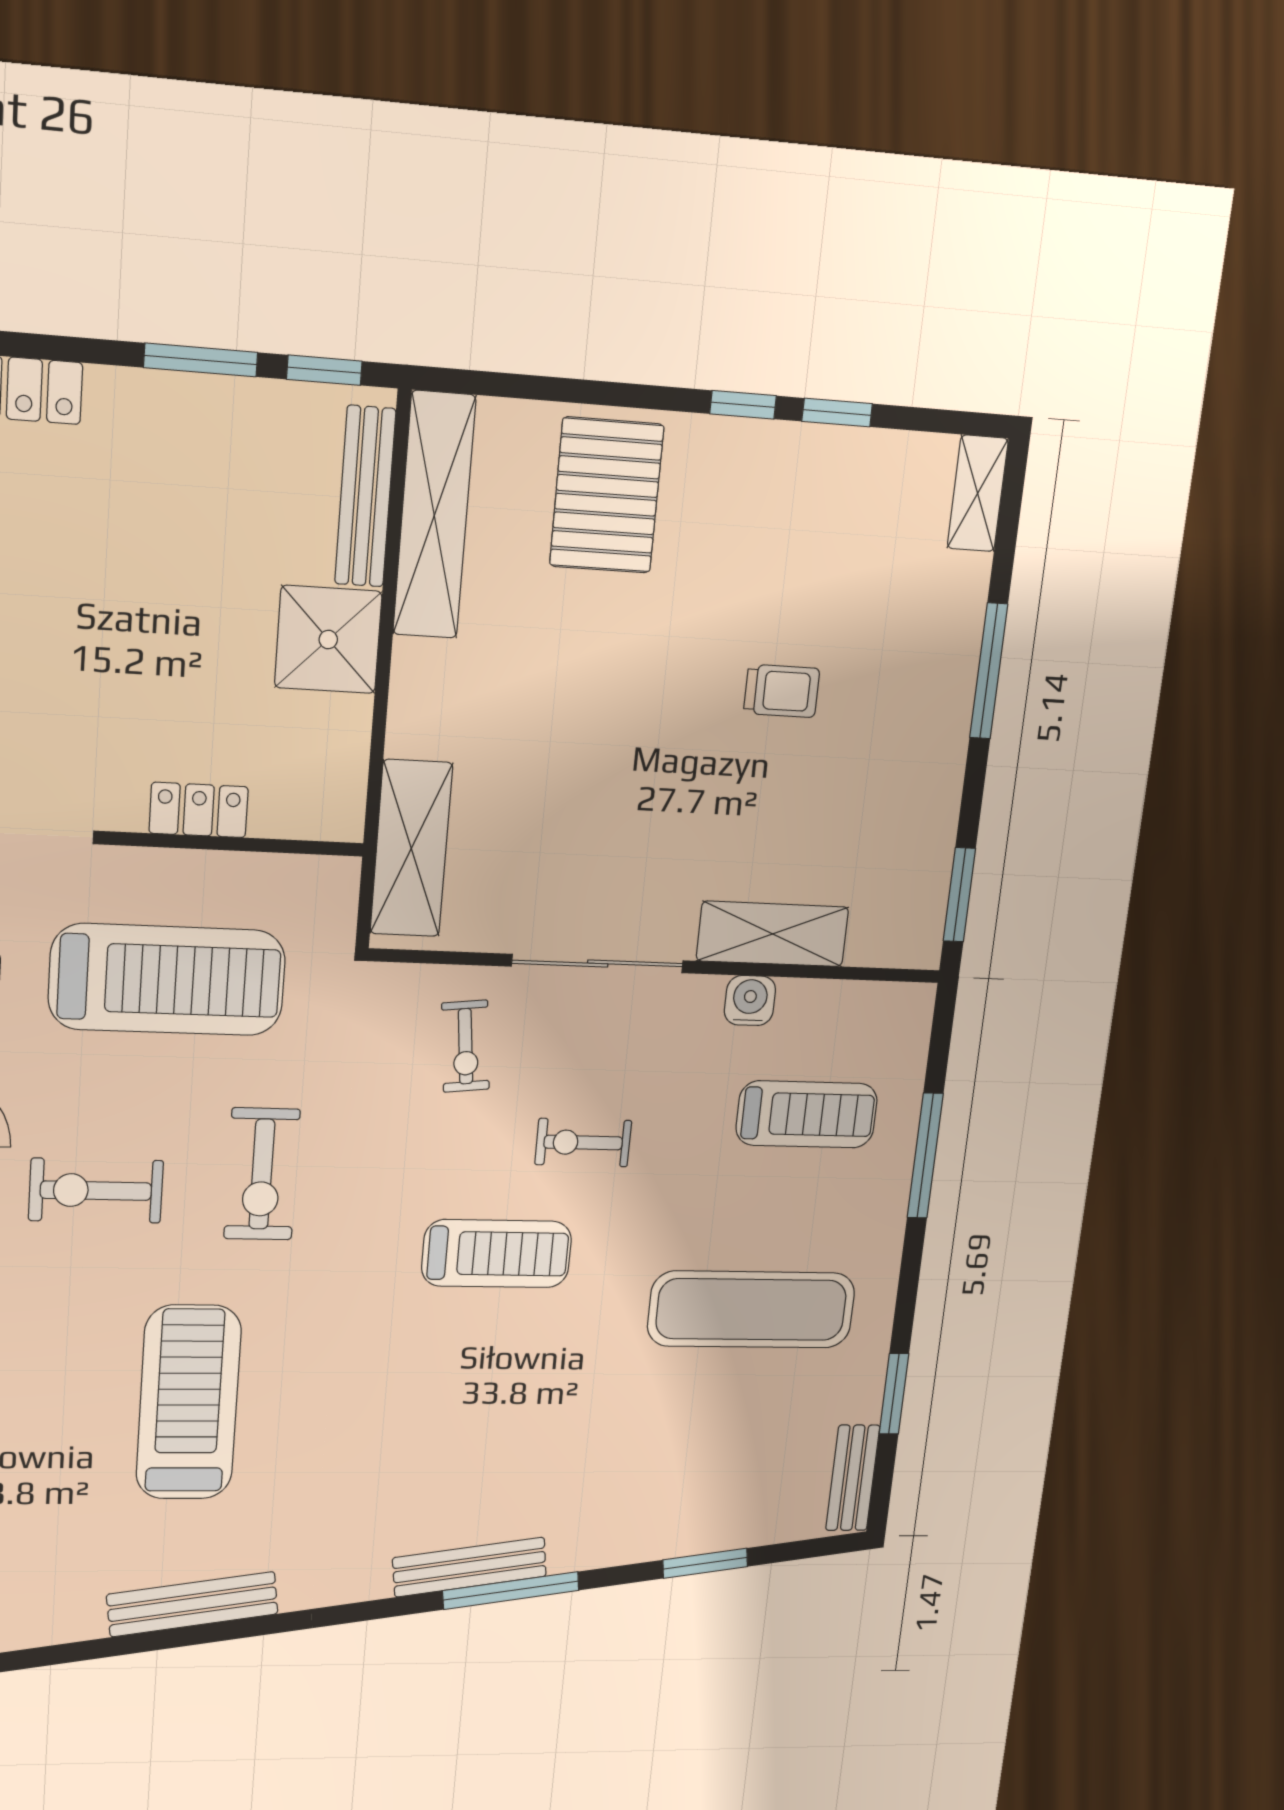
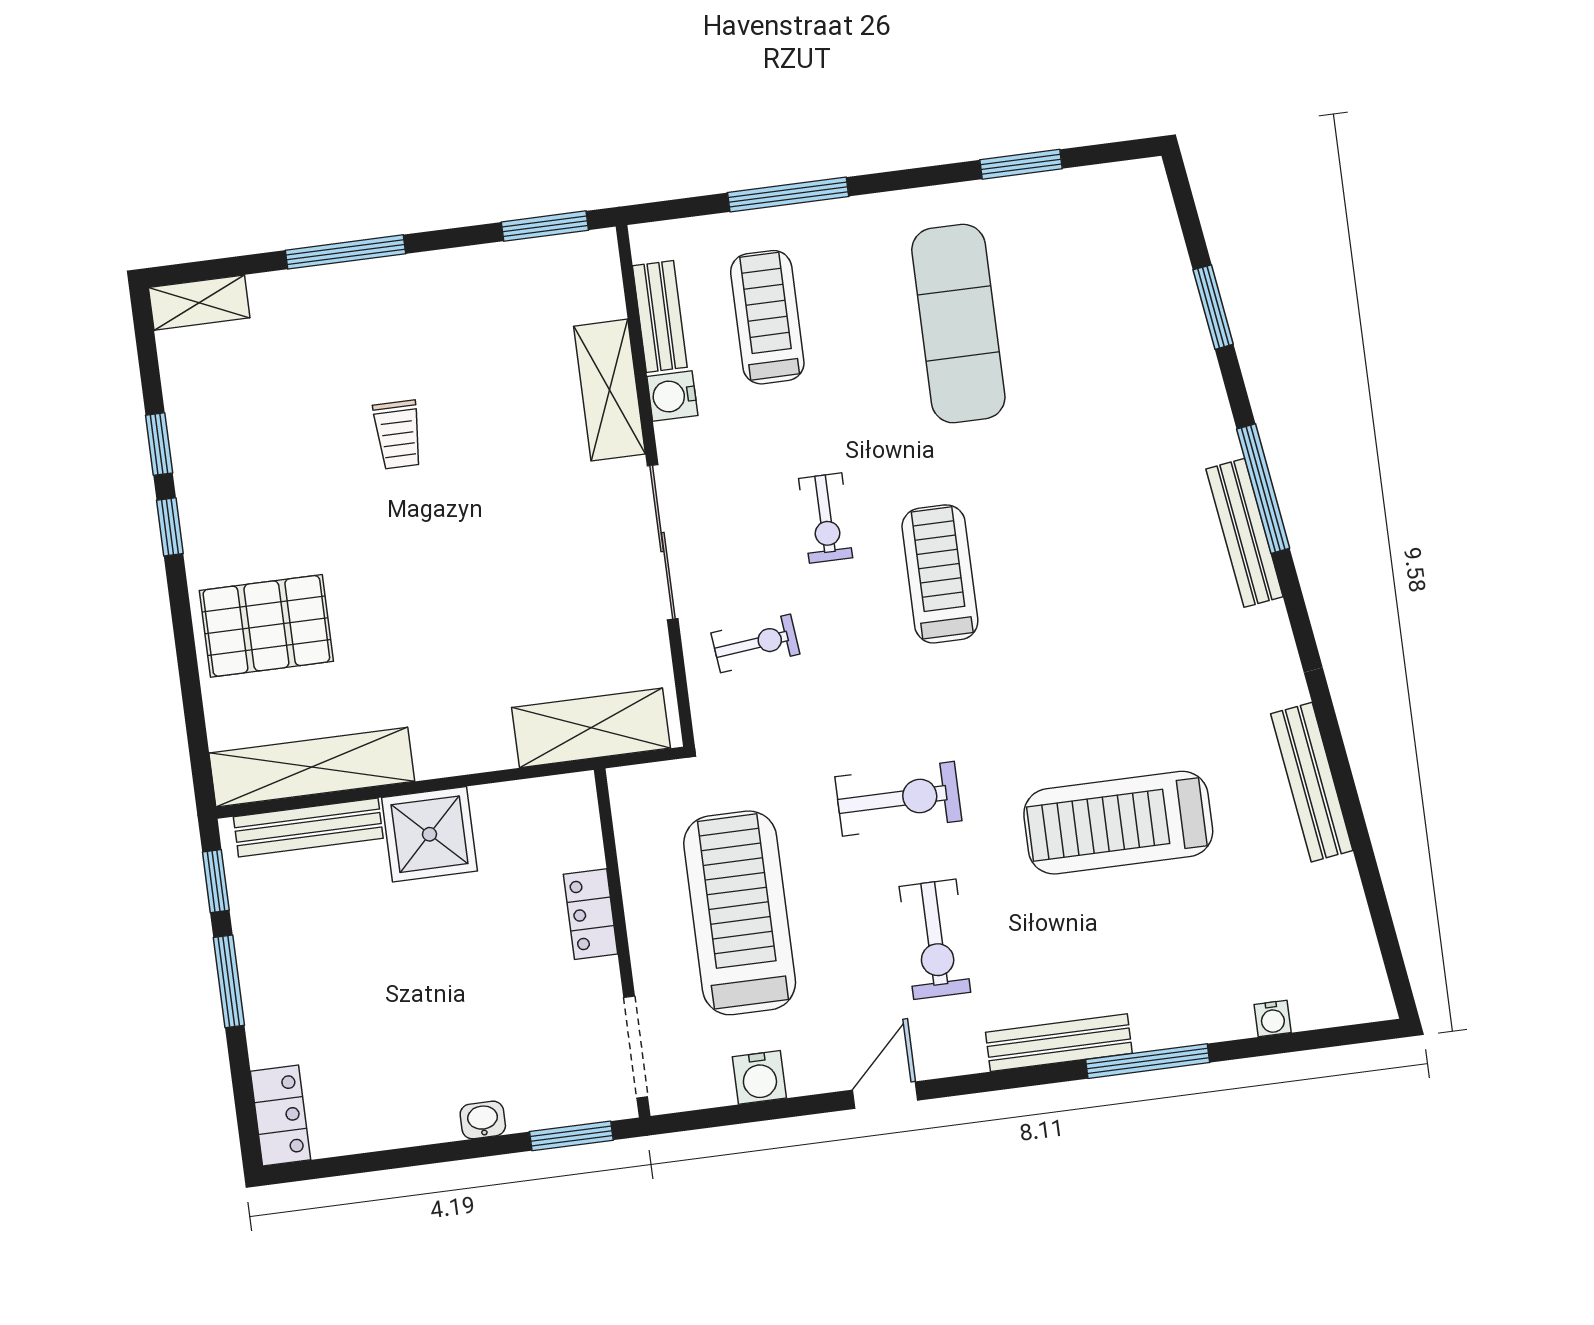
trolley: (782, 691) -> (398, 435), turned 180
bench: (853, 1478) -> (660, 316), moved, turned 90

